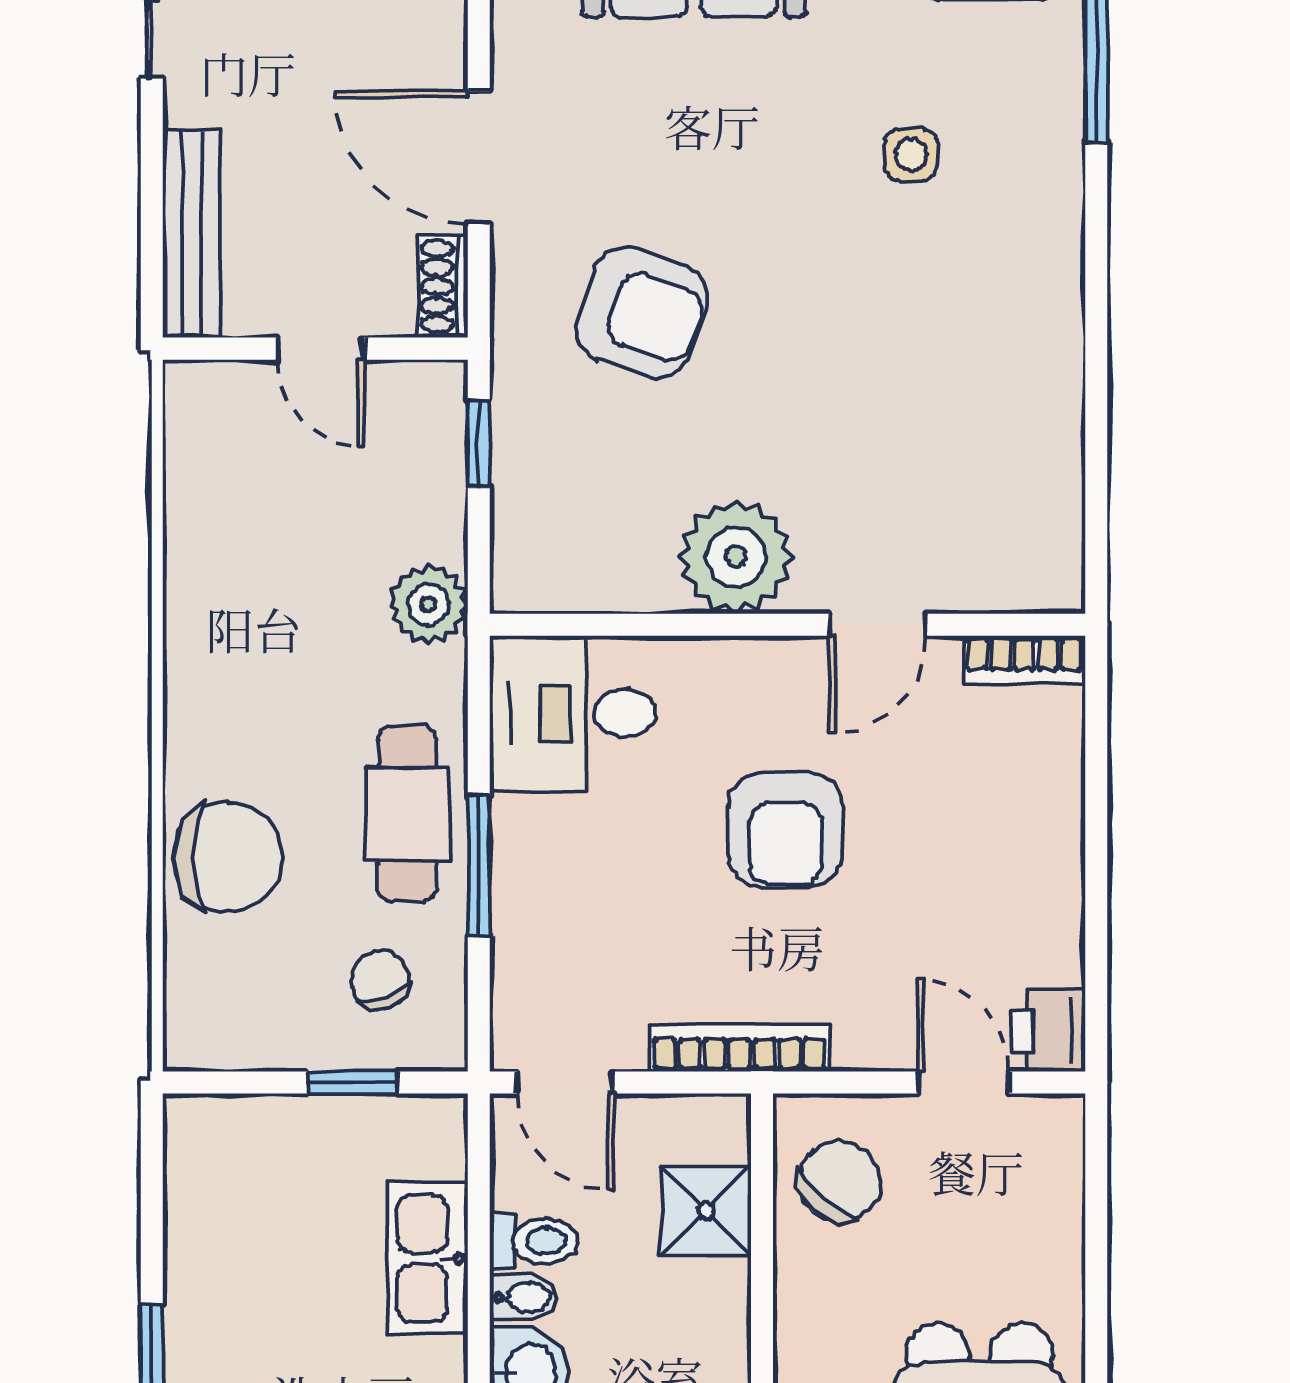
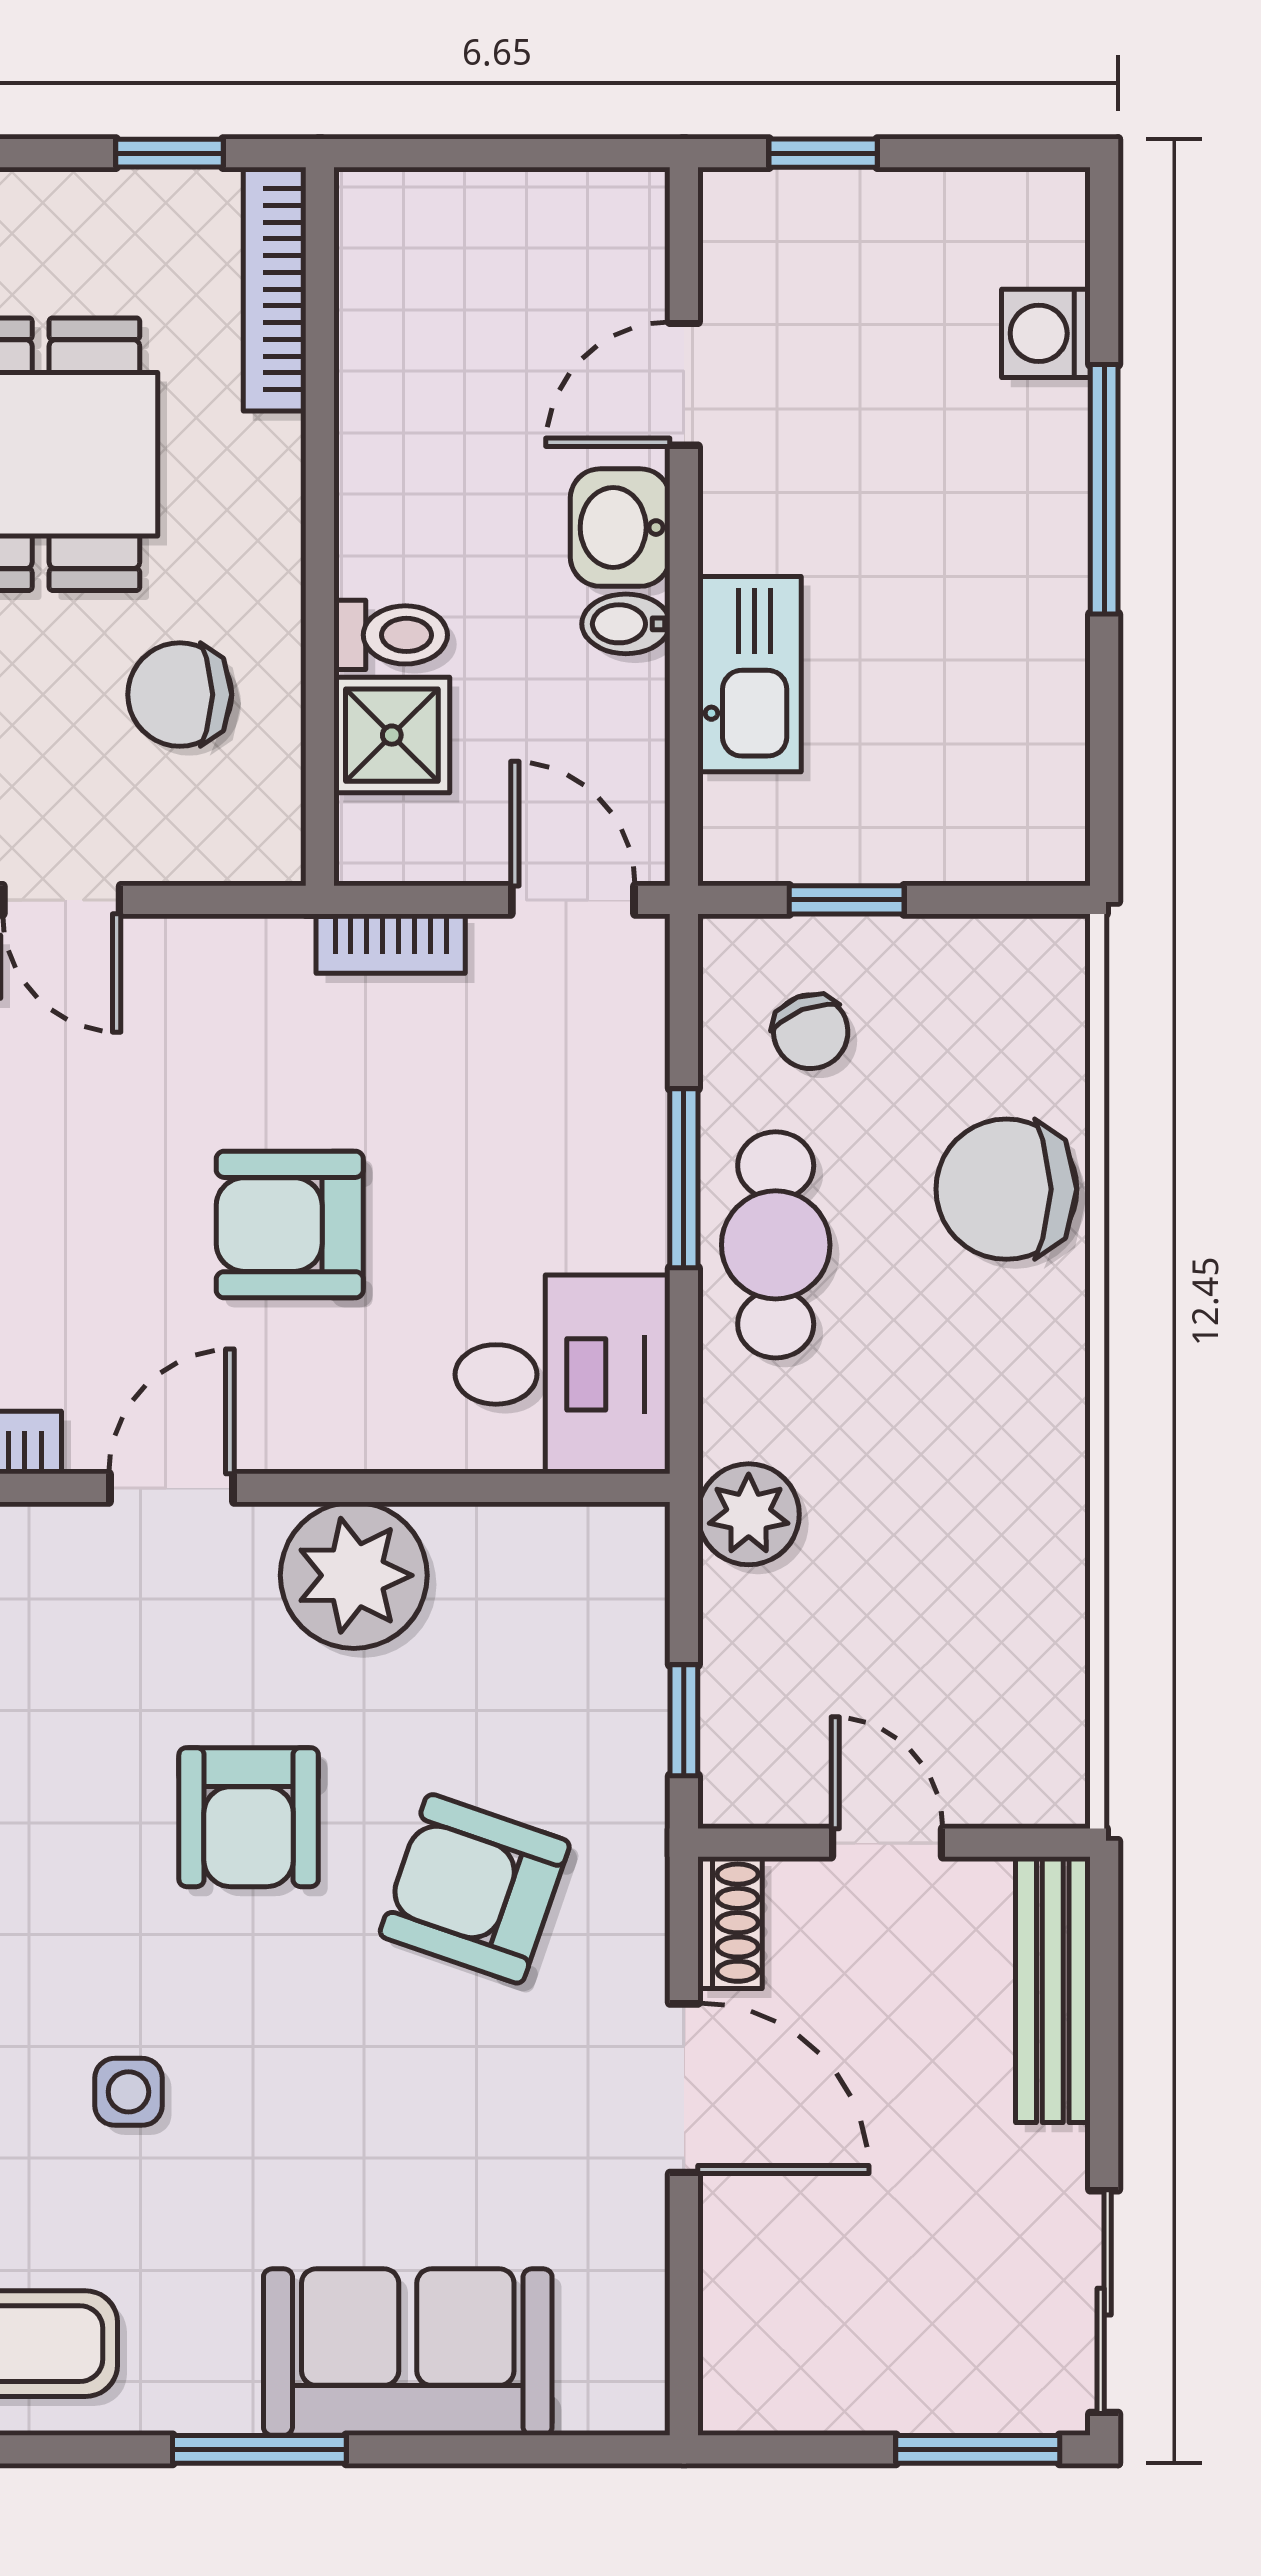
armchair: (818, 369) -> (249, 1817), added
armchair: (786, 830) -> (290, 1225), turned -90
bookcase: (740, 1048) -> (391, 944), width x0.64
chair: (840, 1181) -> (180, 695), moved, turned 48
toilet: (534, 1241) -> (391, 635), moved, turned 180

